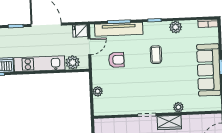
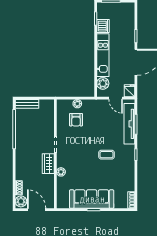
plant: (176, 27) -> (129, 172), removed
armchair: (116, 60) -> (76, 120), moved

